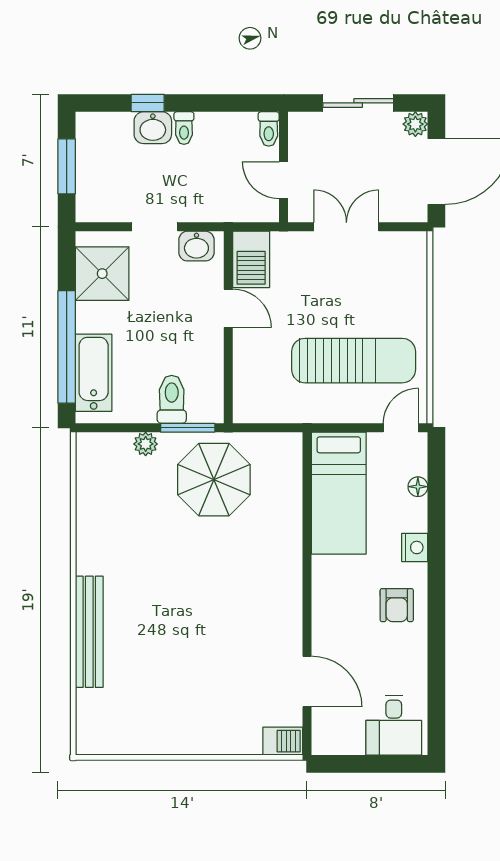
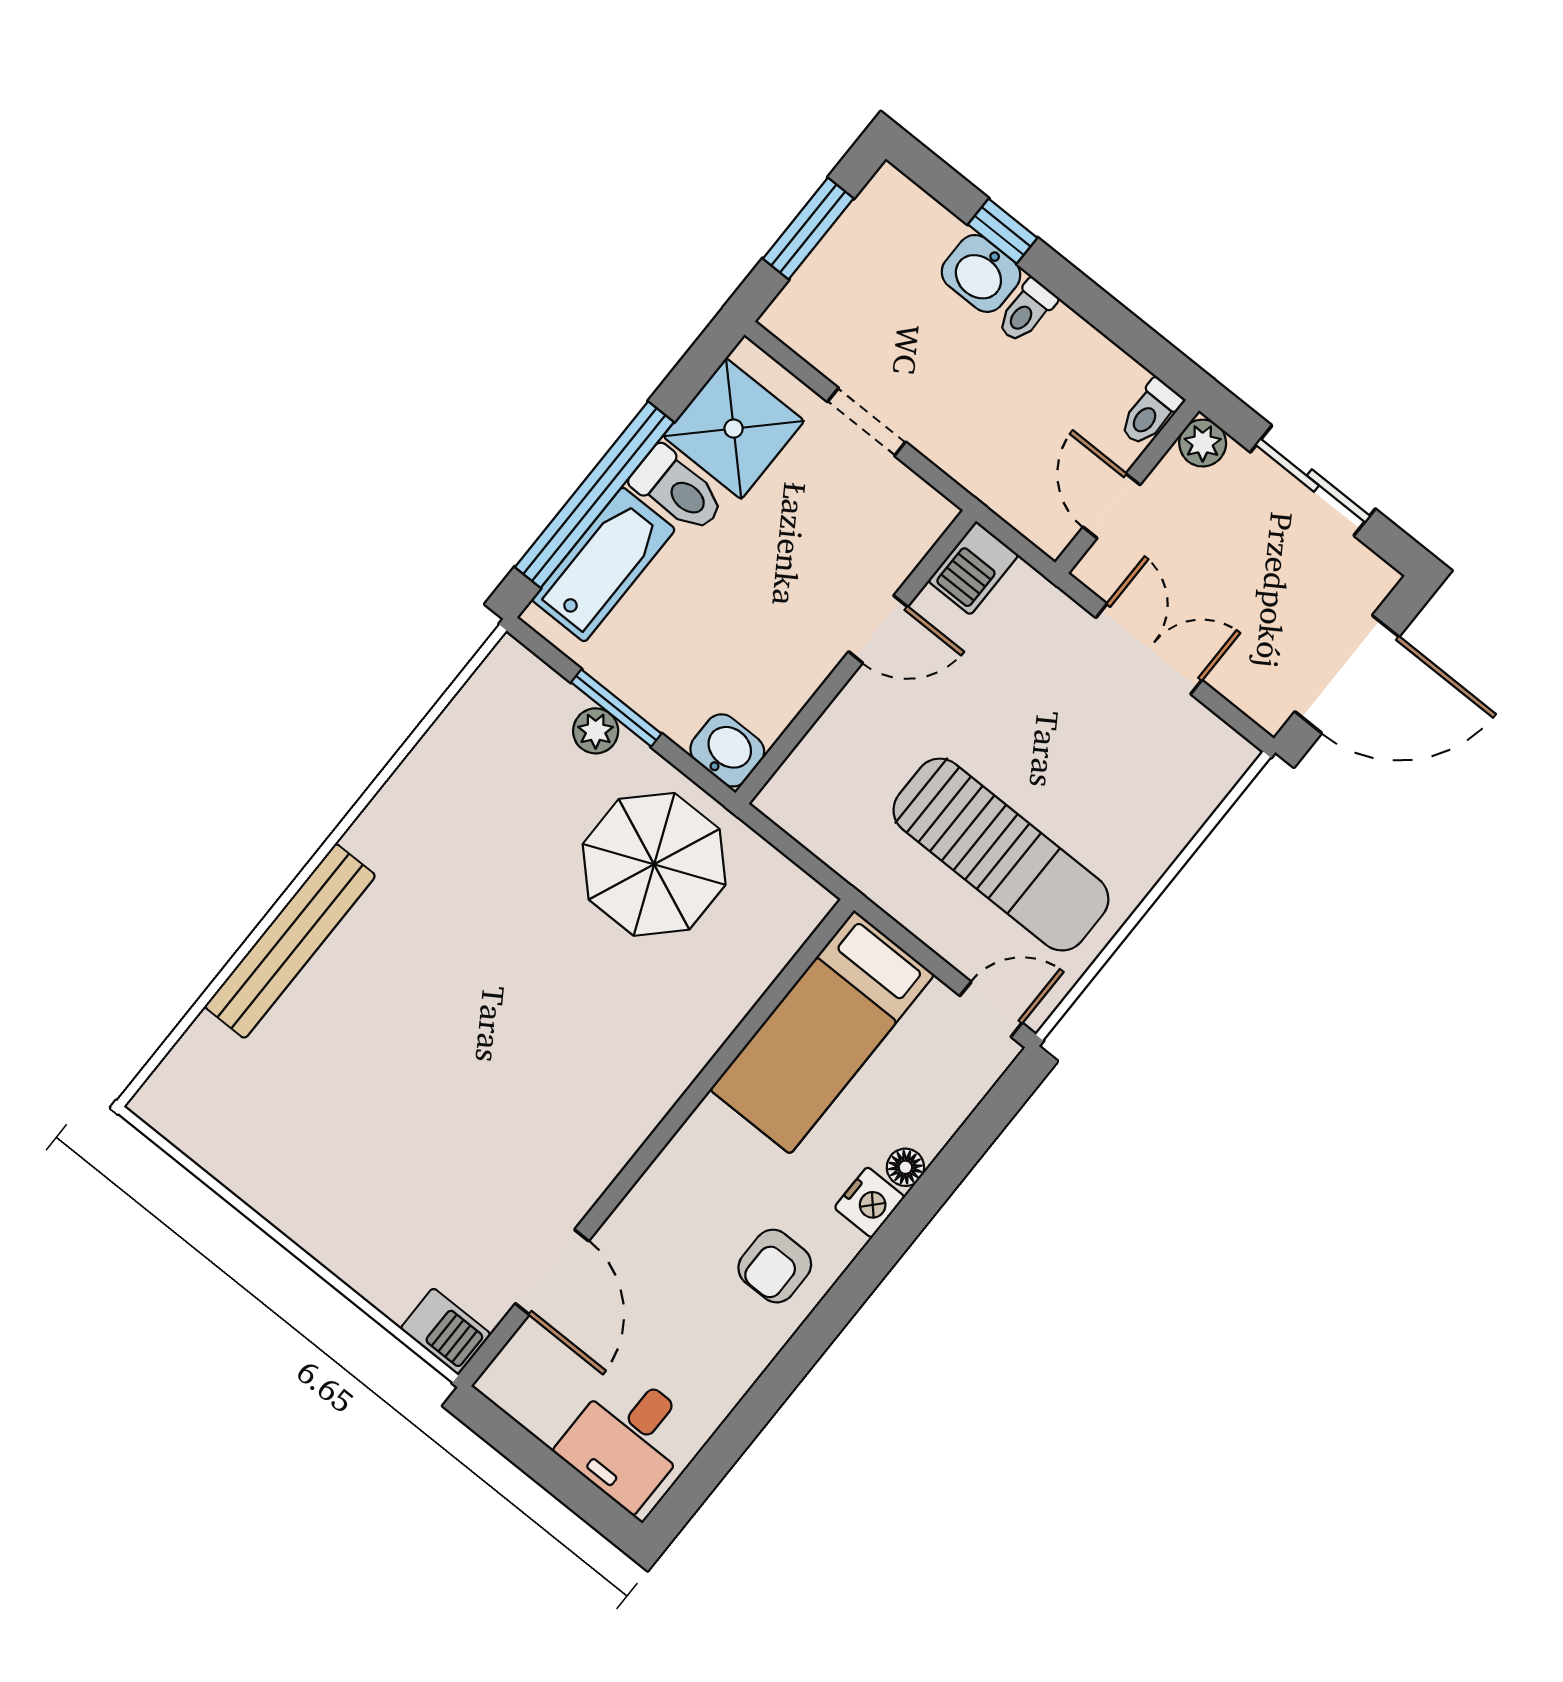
plant: (415, 124) -> (1203, 443), moved
washbasin: (196, 246) -> (727, 750), moved, turned 180
barbecue: (251, 259) -> (973, 568), width x0.73, depth x0.79
door: (228, 308) -> (878, 629), hinge flipped
toilet: (172, 399) -> (678, 490), moved, turned 90
window: (188, 428) -> (616, 708), moved
floor lamp: (418, 487) -> (905, 1167), moved

